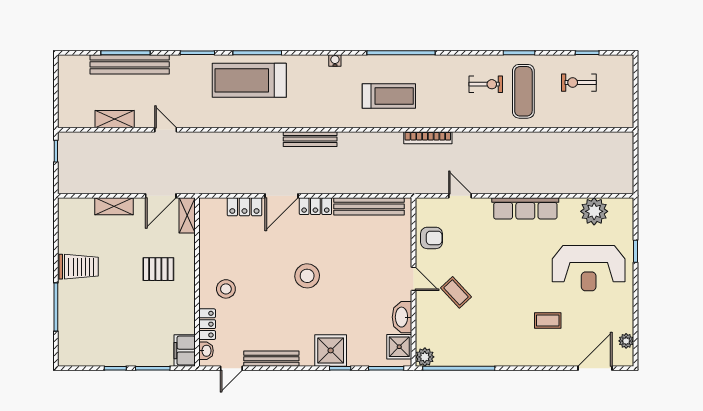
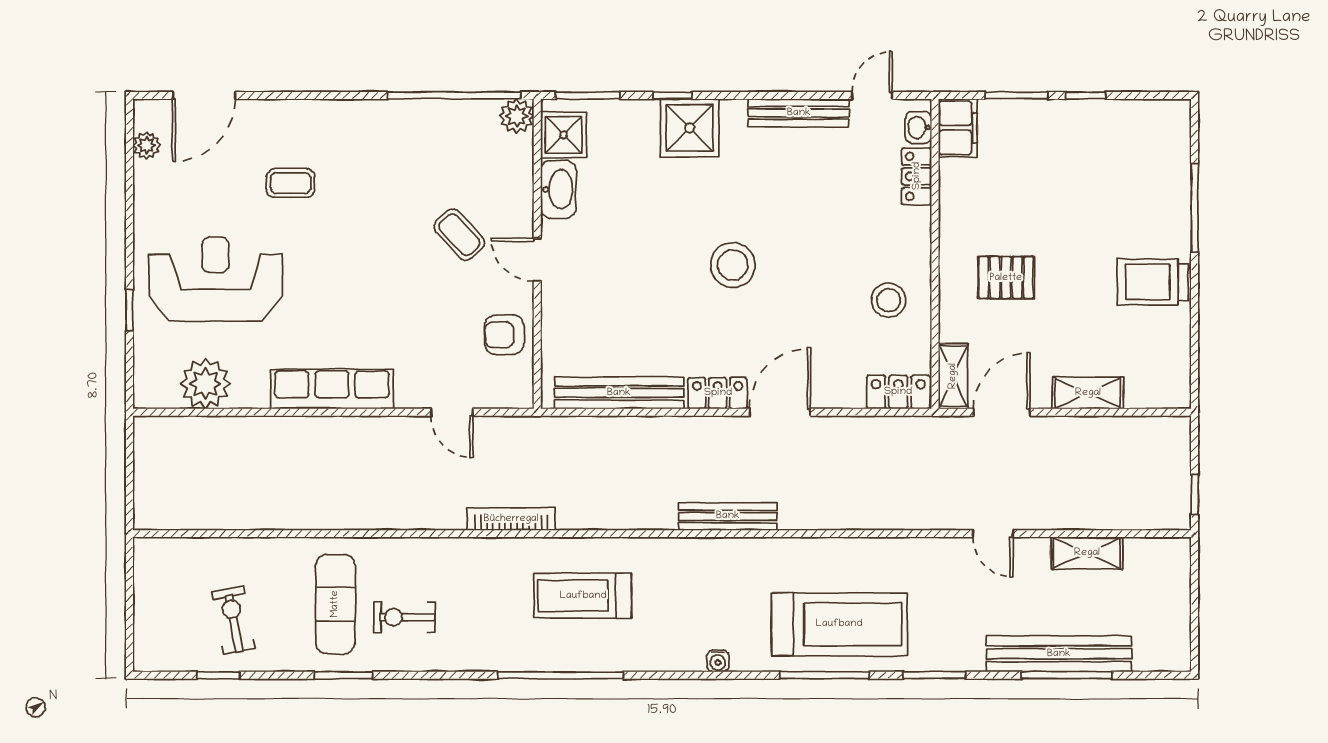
water cooler: (335, 60) -> (718, 661), moved
exercise bike: (579, 83) -> (234, 620), turned -101
locker: (244, 207) -> (898, 392), moved
stool: (226, 289) -> (889, 300), moved

